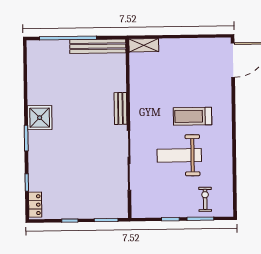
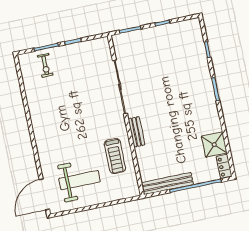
shelving: (144, 45) -> (126, 192), removed
treadmill: (192, 116) -> (115, 156), moved, turned 90
shower: (40, 118) -> (214, 145), moved
weight bench: (179, 155) -> (79, 180), moved
locker: (35, 205) -> (224, 167), moved

